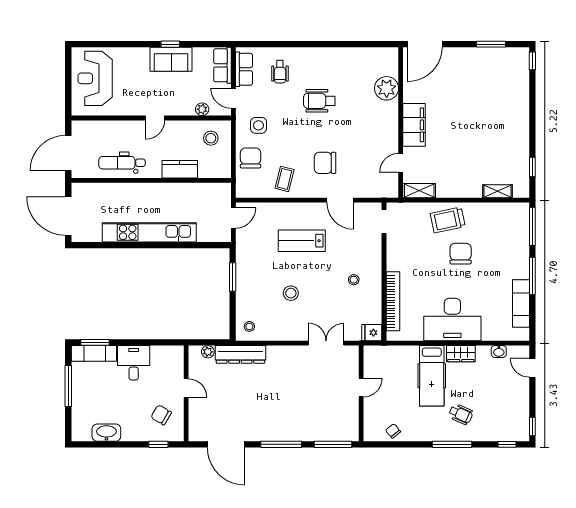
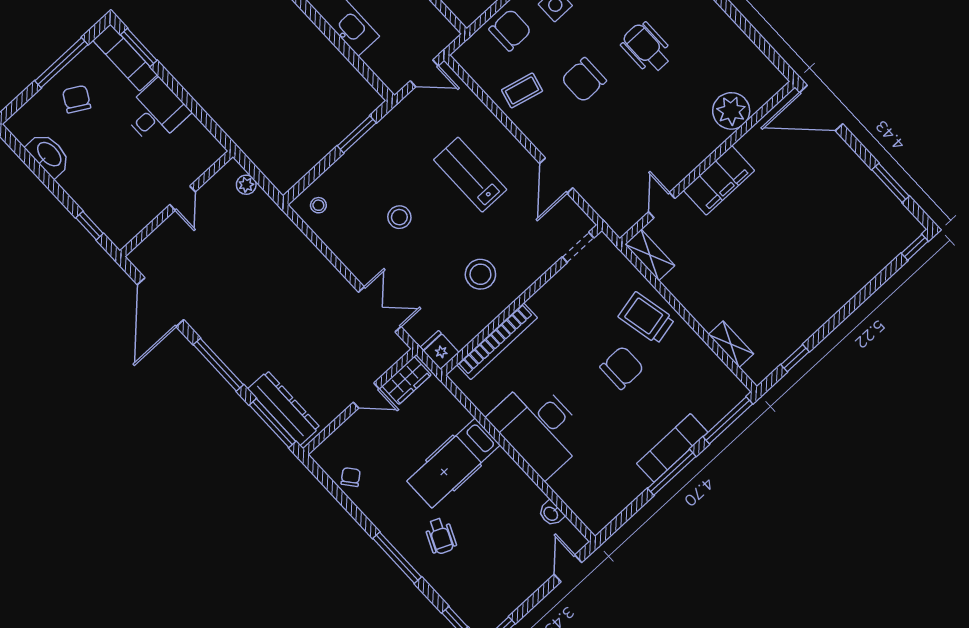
chair: (325, 163) -> (584, 80), moved, turned -90
door: (401, 163) -> (662, 205), hinge flipped
stool: (354, 280) -> (480, 274), width x1.89, depth x1.89
exam couch: (521, 304) -> (672, 448), moved
dresser: (240, 354) -> (284, 408), moved, turned 180
wardrobe: (461, 354) -> (406, 380), moved, turned -90
chair: (161, 415) -> (77, 99), moved

